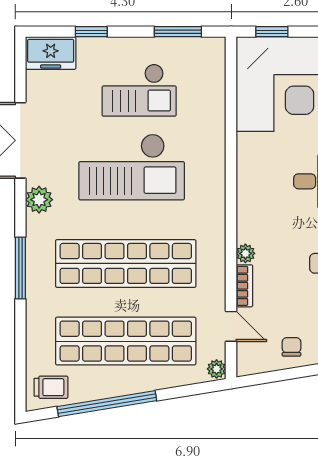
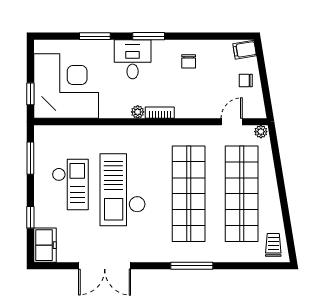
checkout: (132, 167) -> (123, 190), turned 180
plant: (39, 200) -> (145, 253), removed
plant: (245, 253) -> (138, 112), moved
bookcase: (244, 286) -> (160, 113), moved
window: (107, 404) -> (284, 207), removed

